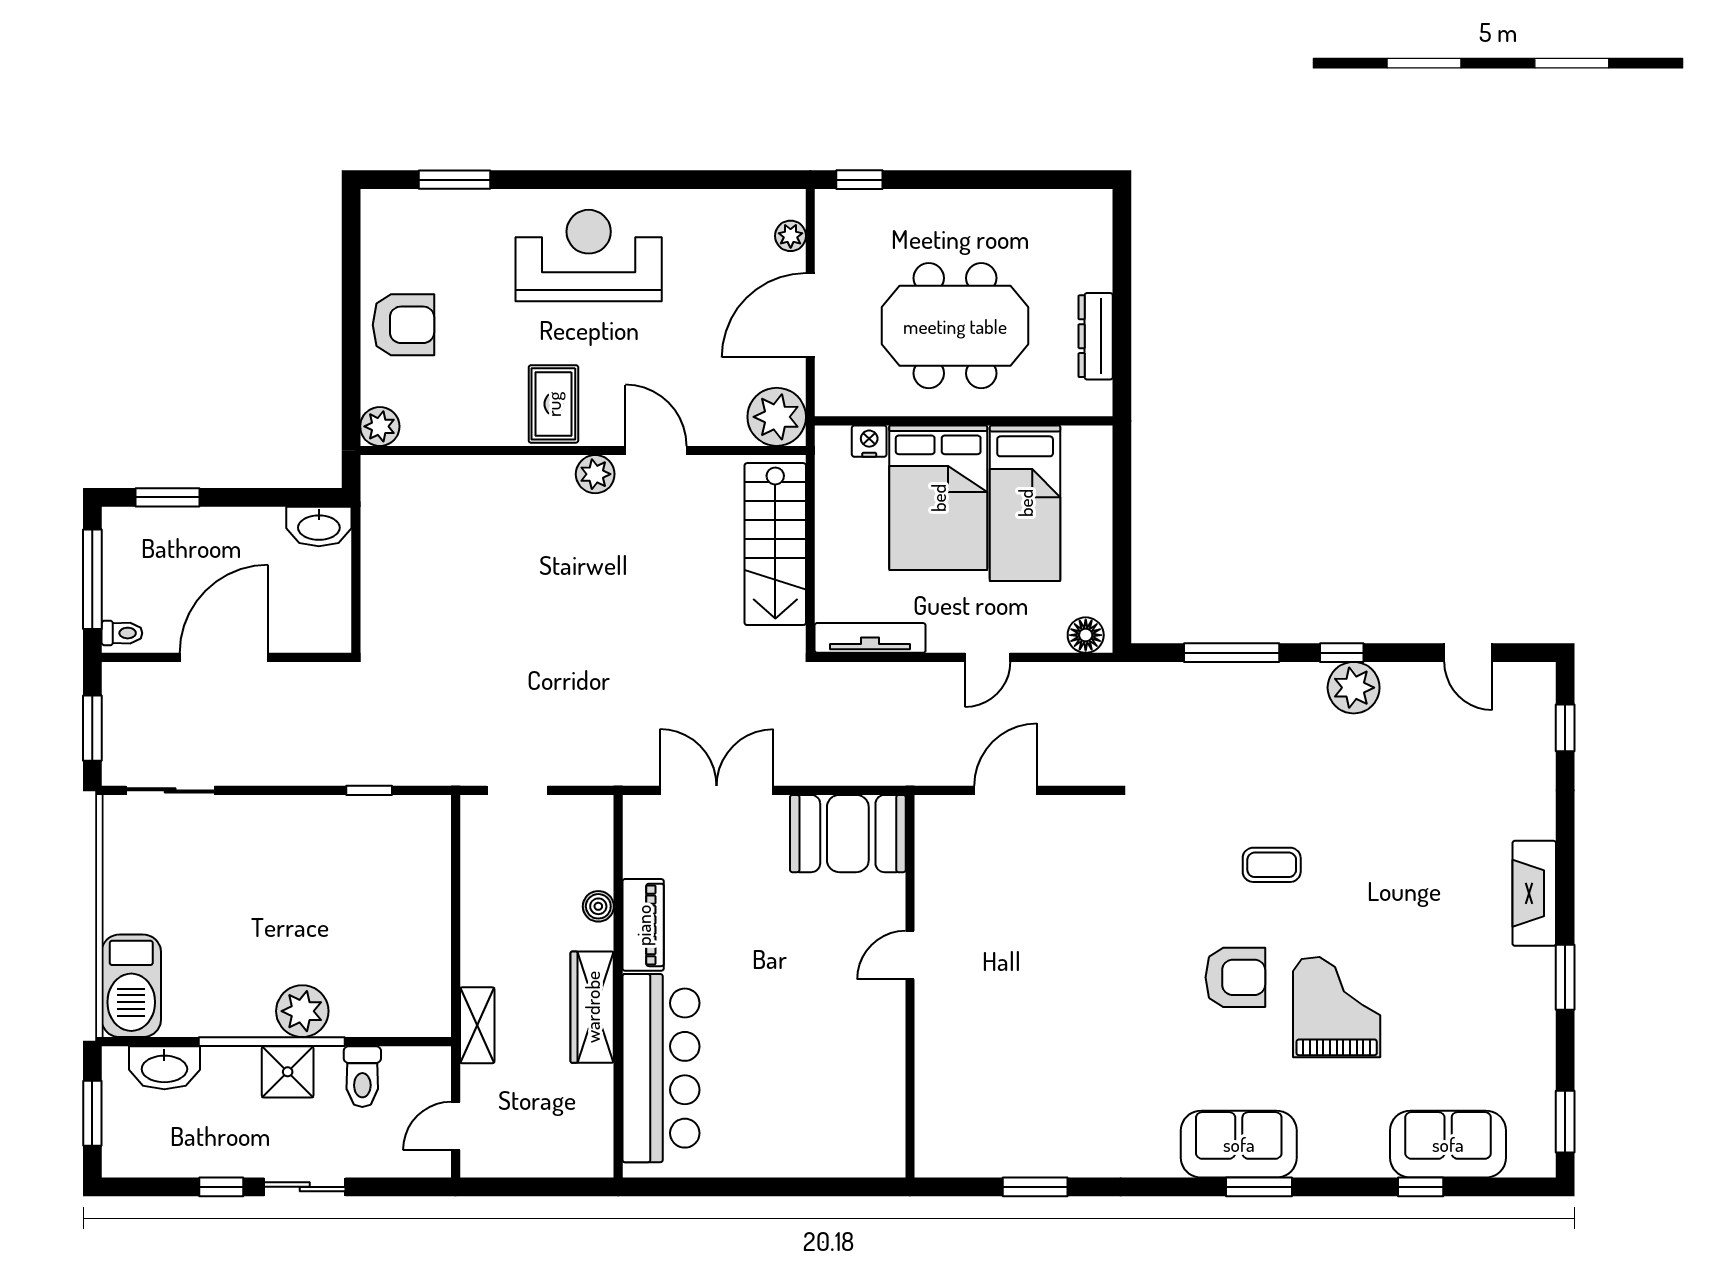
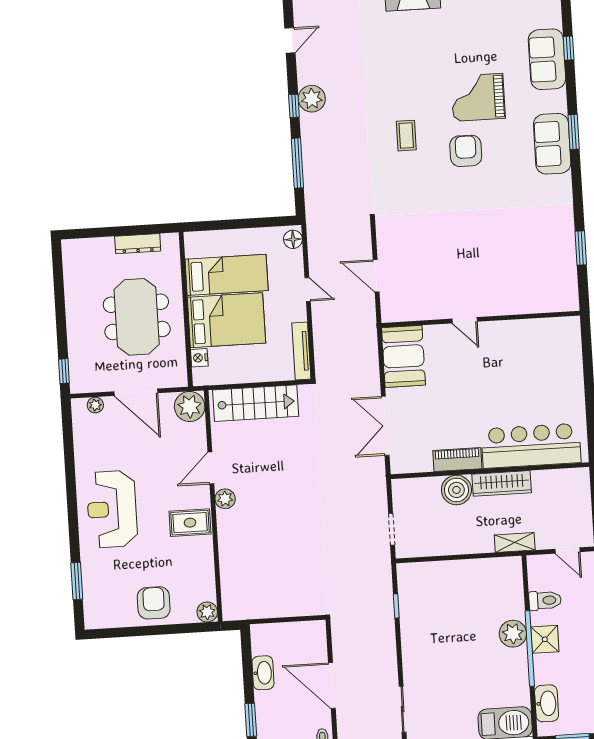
washbasin: (319, 526) -> (263, 673), moved
boiler: (598, 906) -> (456, 490), width x1.86, depth x1.86
sofa: (1448, 1144) -> (547, 59), moved

